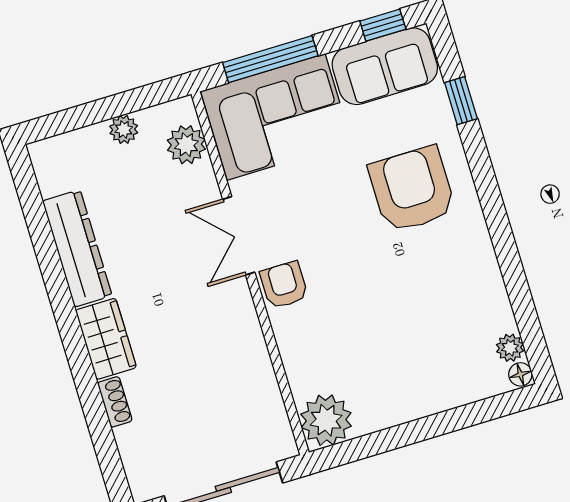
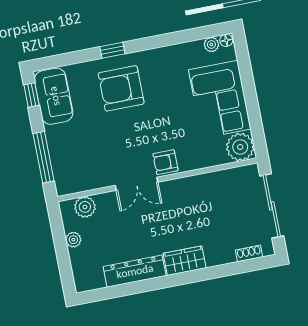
window: (461, 101) -> (112, 50), moved
corner sofa: (276, 117) -> (220, 99), moved, turned 180
shoe rack: (115, 402) -> (249, 253), moved

